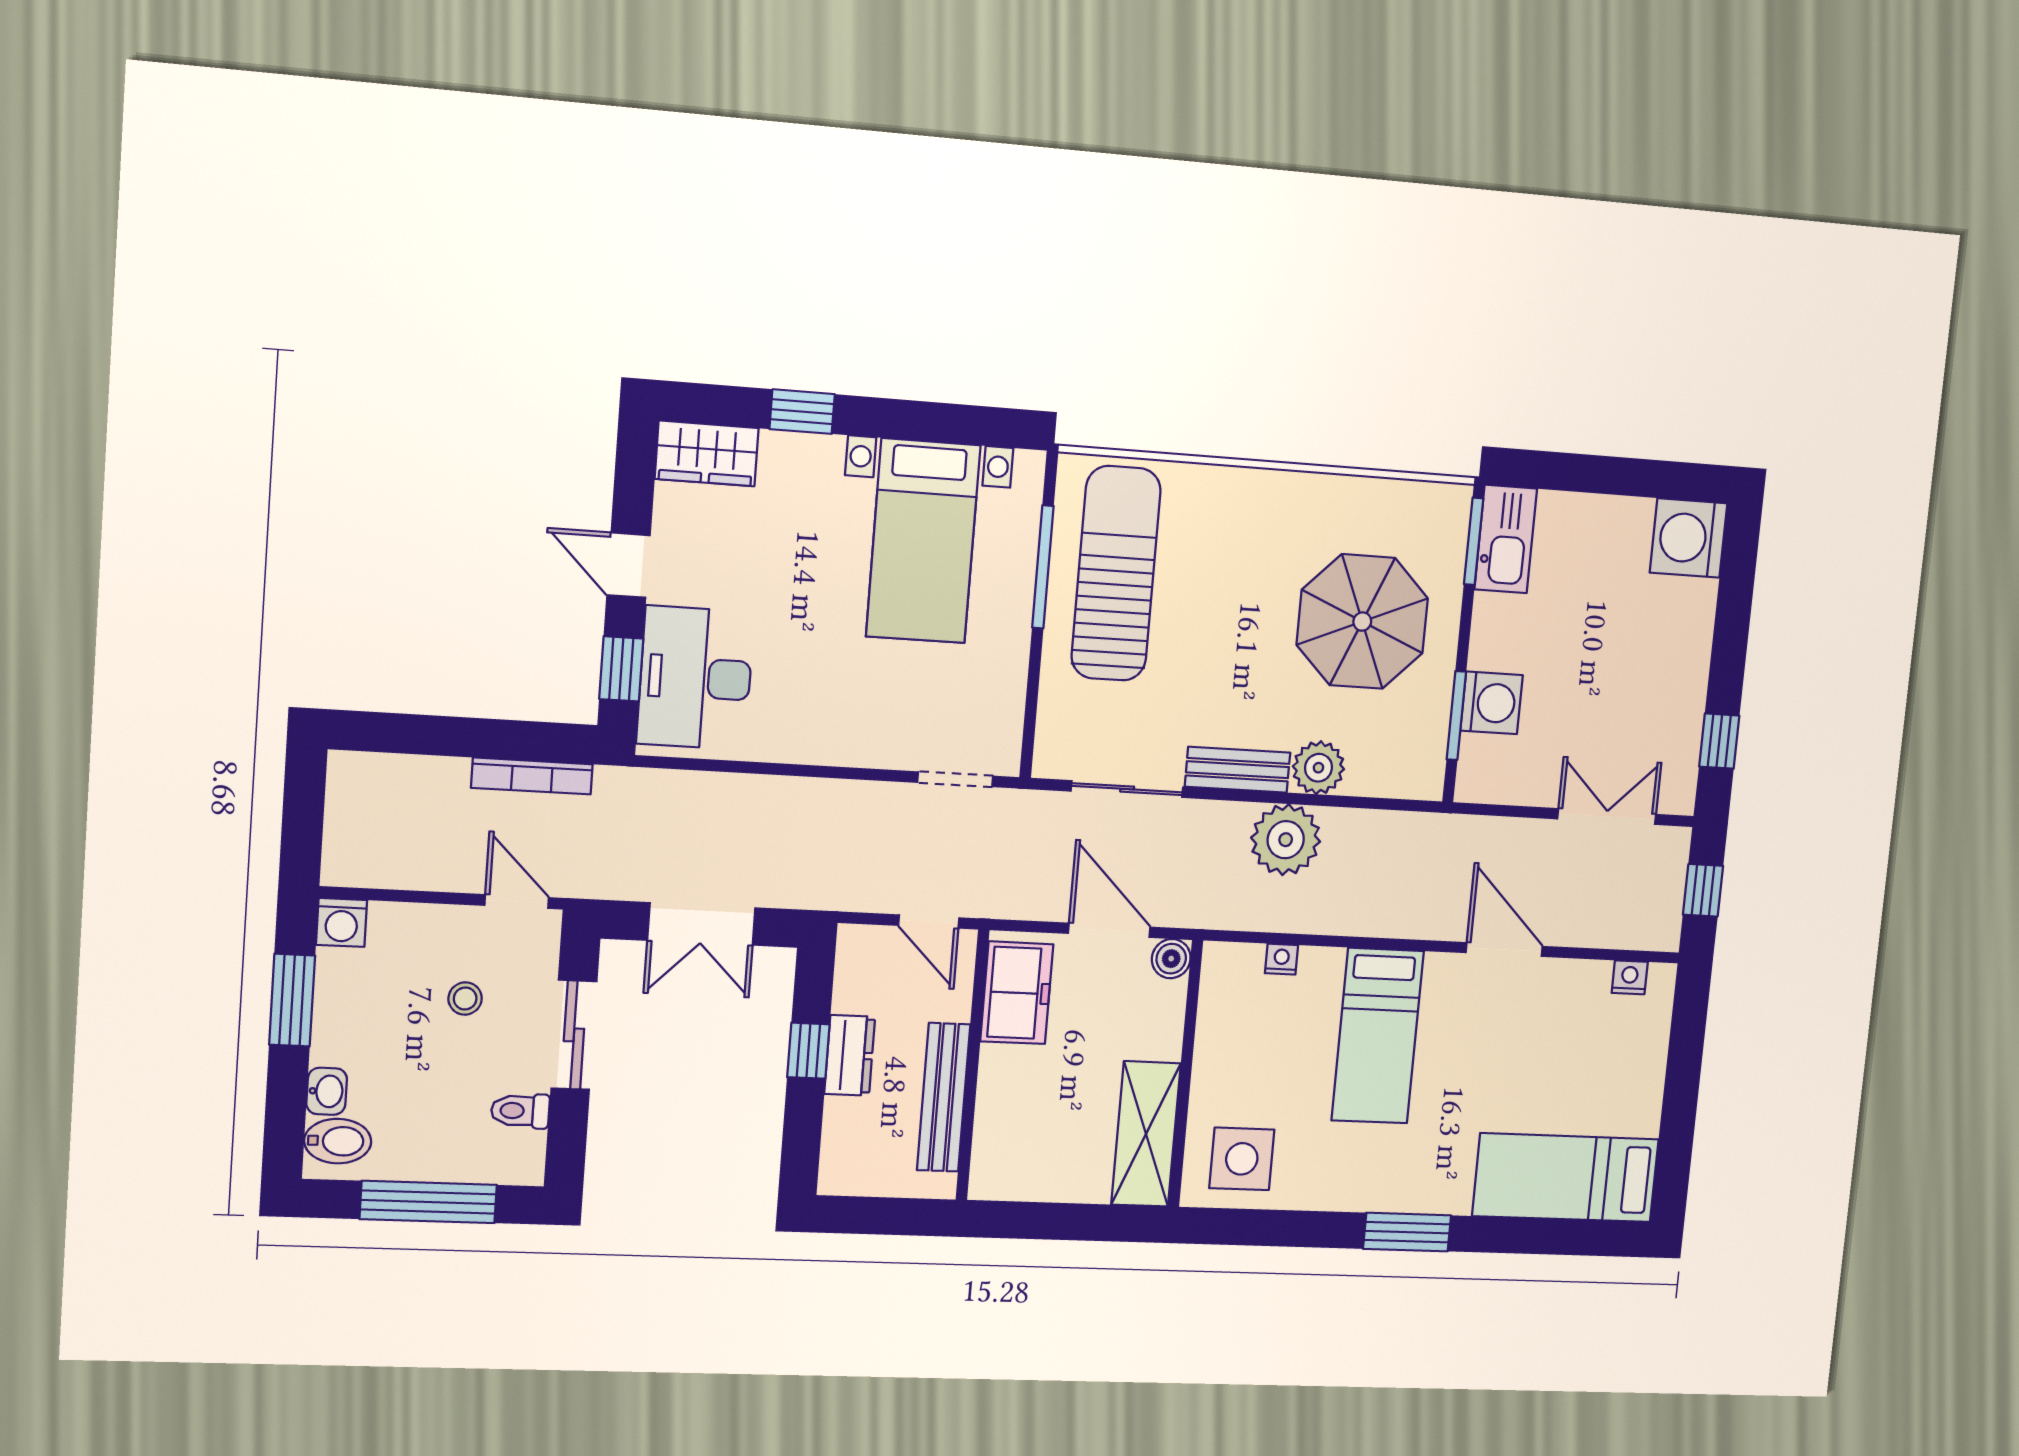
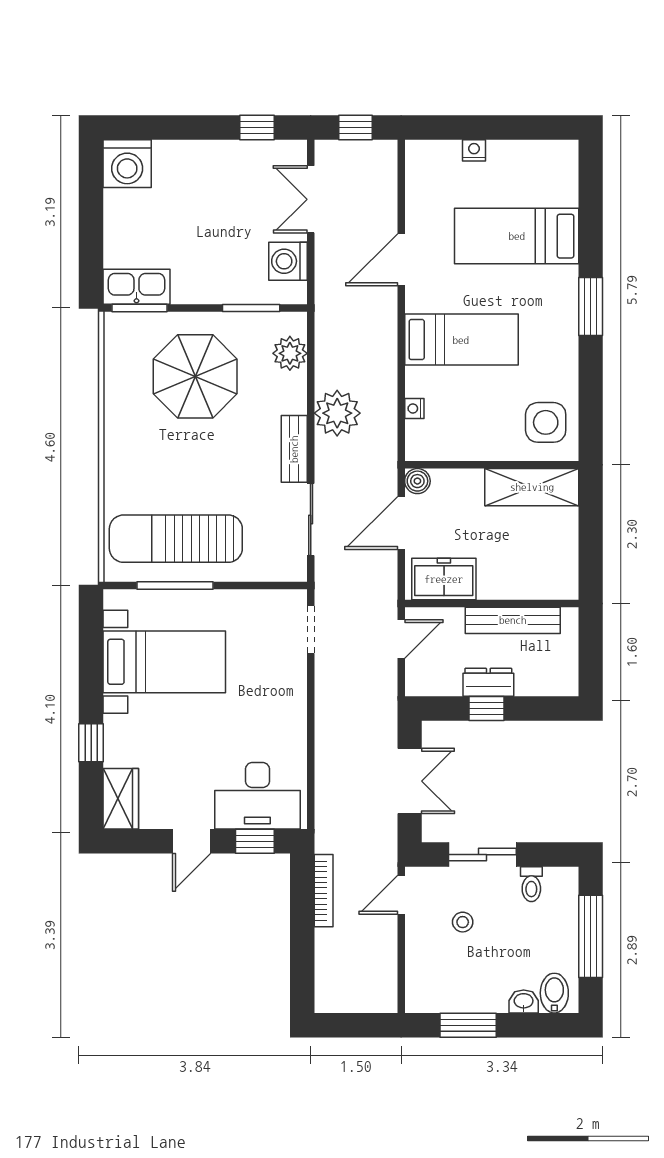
washing machine: (1492, 703) -> (288, 261), moved, turned -90
plant: (1318, 768) -> (290, 353), moved
washing machine: (341, 922) -> (419, 999), removed
nightstand: (1630, 977) -> (474, 150), moved, turned 90
bed: (1566, 1178) -> (517, 236), moved, turned 90

